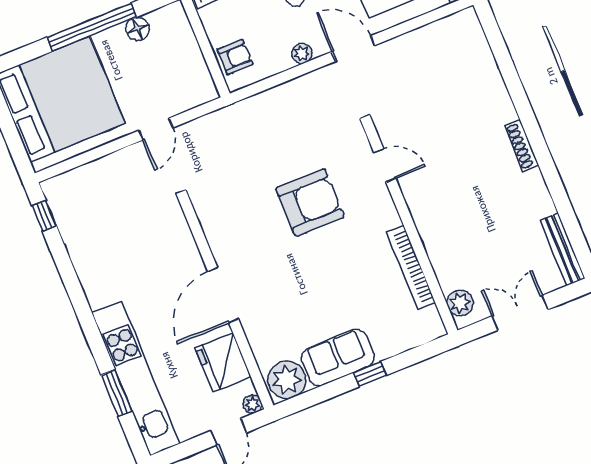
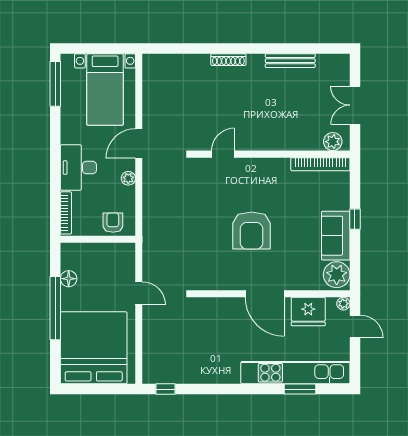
shoe rack: (522, 145) -> (228, 60), moved
armchair: (310, 202) -> (252, 231), moved, turned 180
bench: (563, 249) -> (290, 61), moved
bookcase: (411, 268) -> (320, 164), moved

